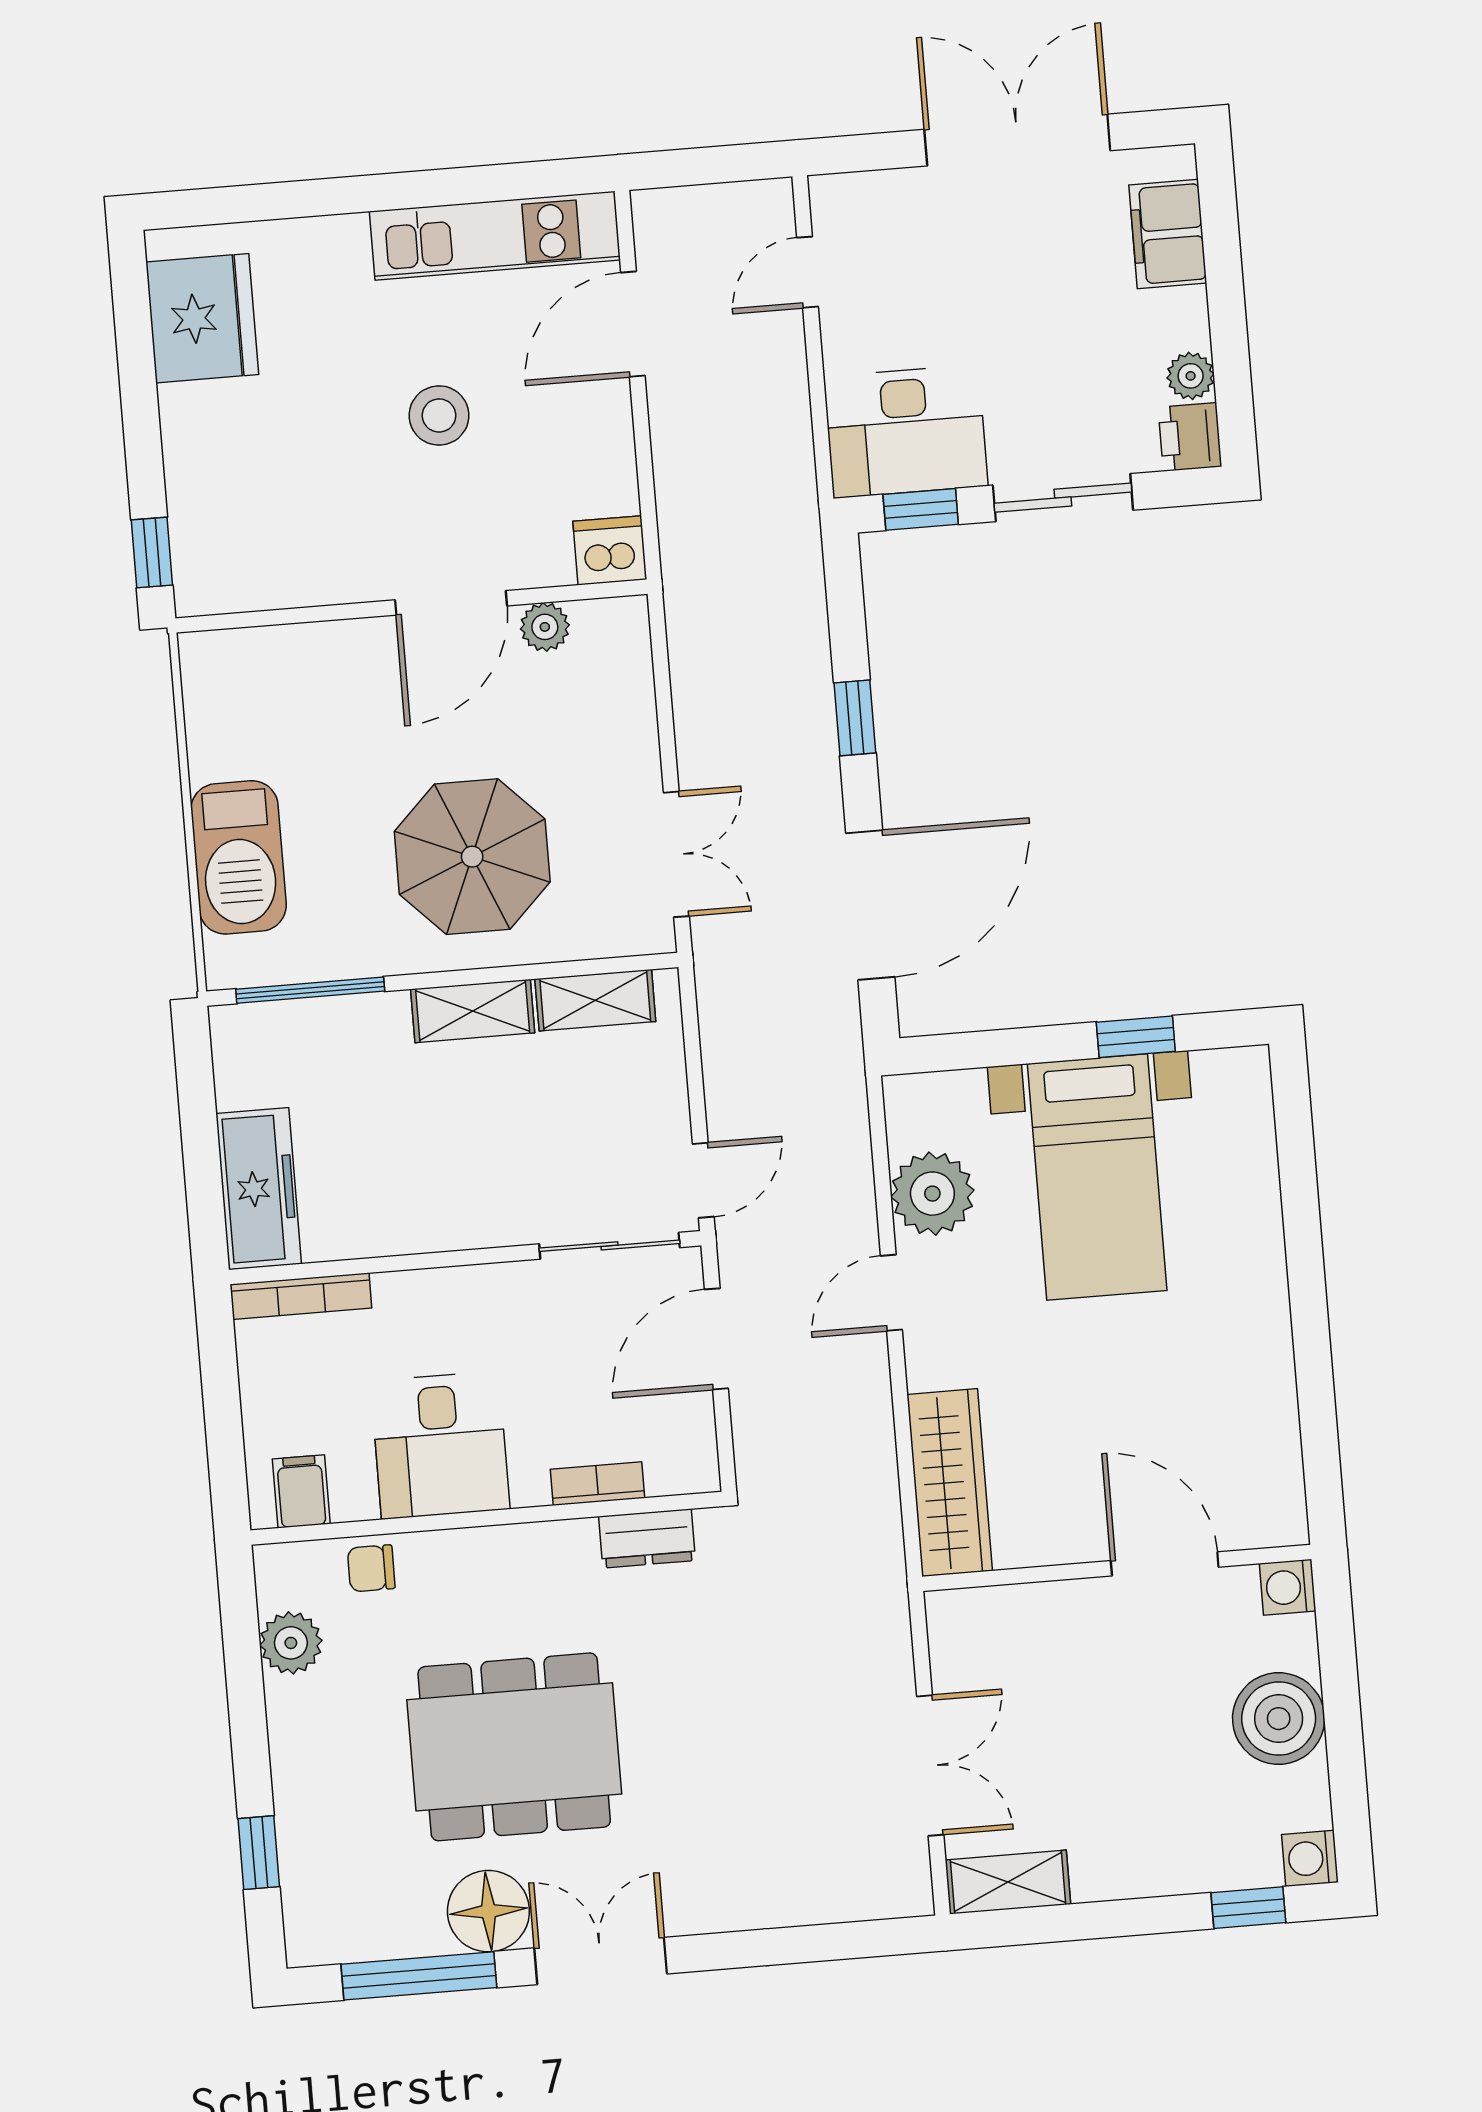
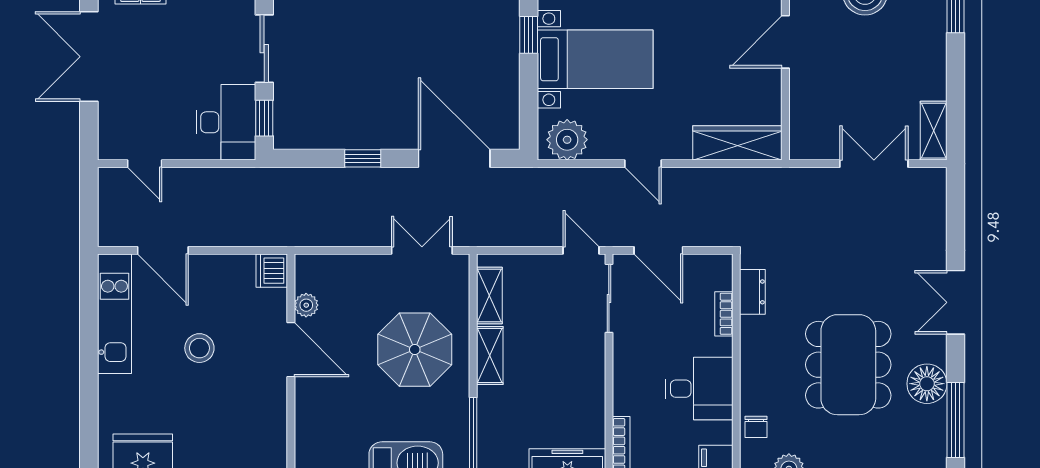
plant: (932, 1194) -> (567, 140), moved
double door: (601, 1961) -> (956, 302), moved

